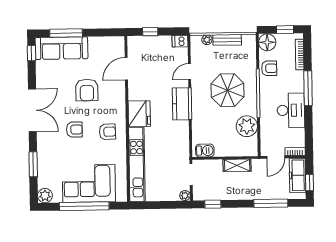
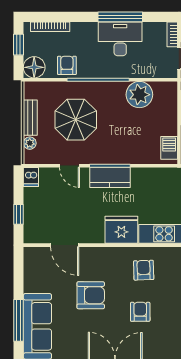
window: (308, 88) -> (120, 17), moved
parasol: (228, 90) -> (76, 120), moved

